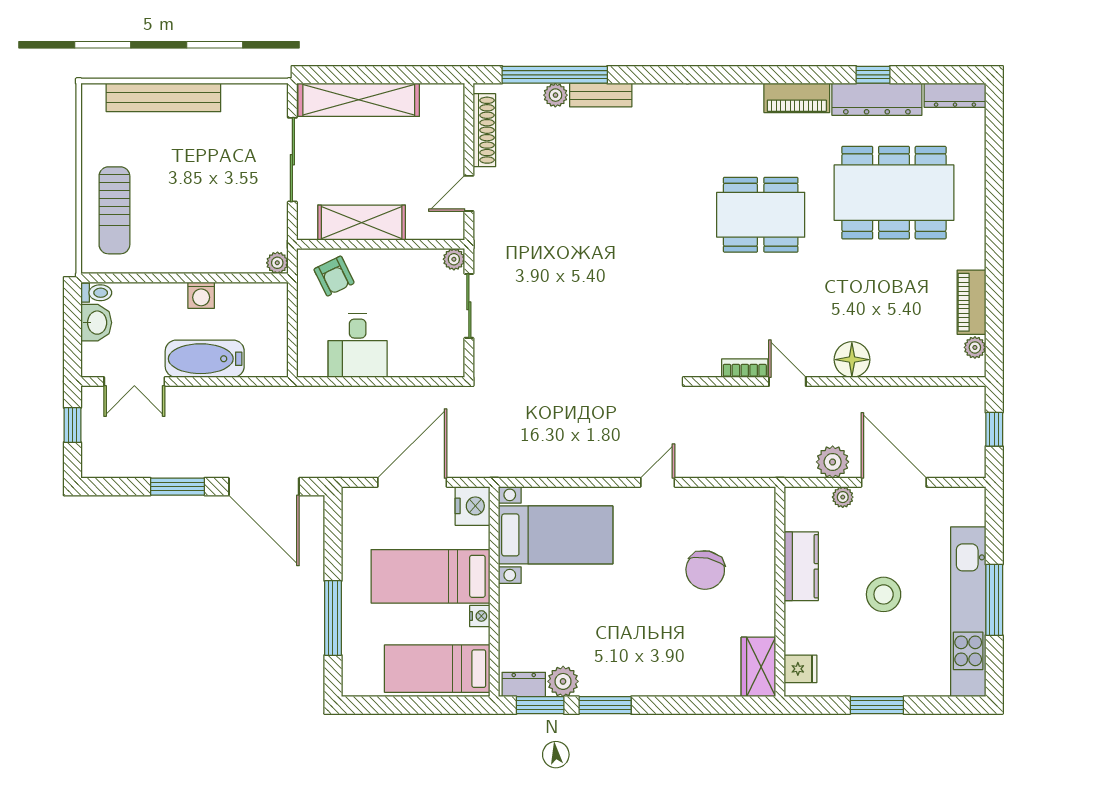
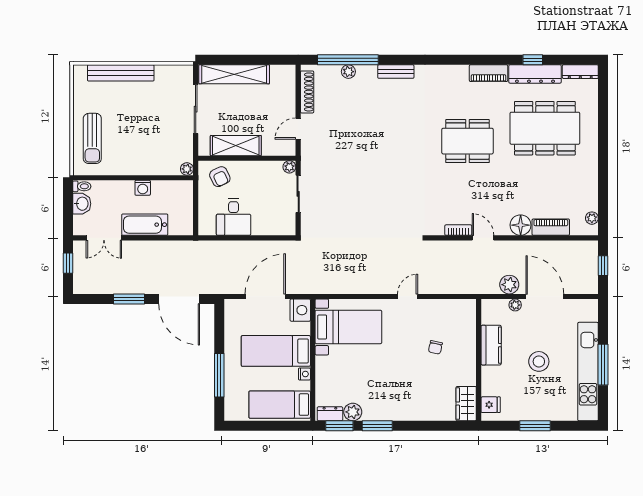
bench: (601, 95) -> (396, 72), moved
piano: (971, 302) -> (551, 227), moved, turned 90
chair: (705, 570) -> (435, 347), width x0.54, depth x0.54

